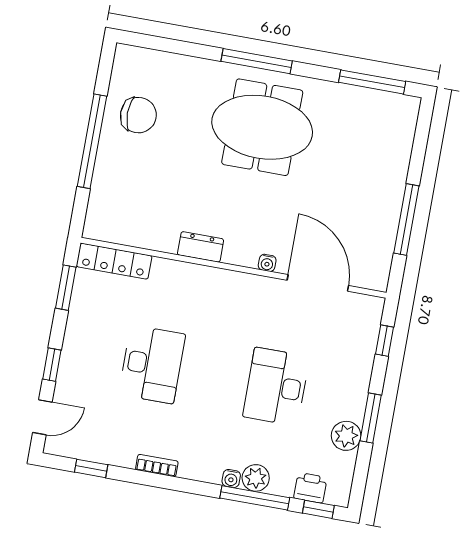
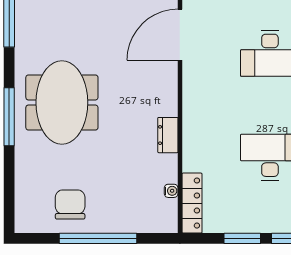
water cooler: (267, 263) -> (171, 191), moved
window: (66, 288) -> (242, 238), moved

